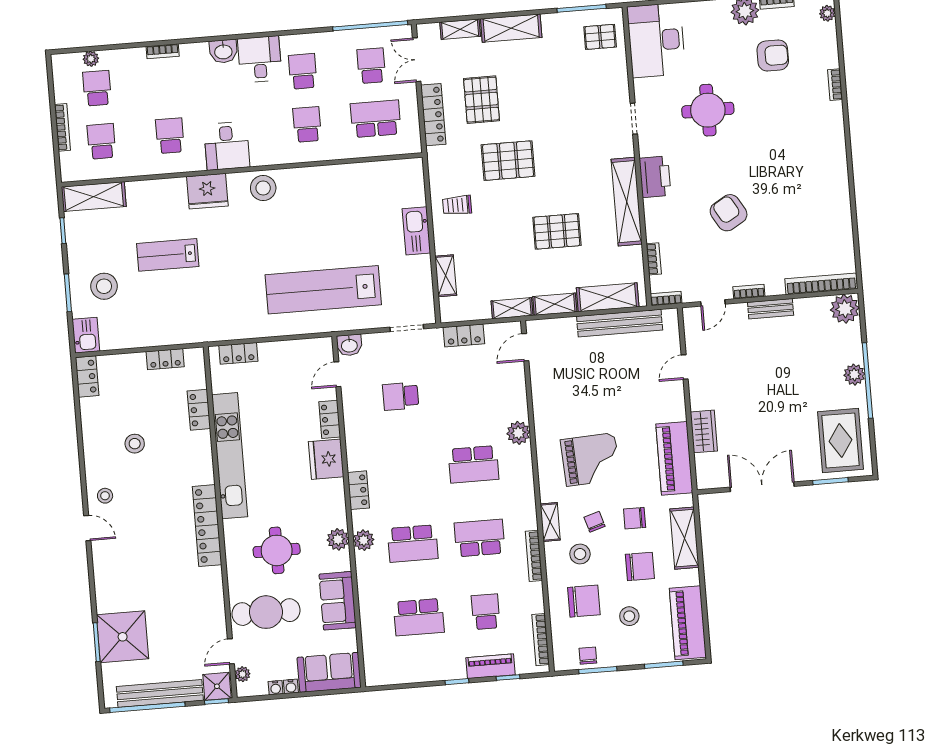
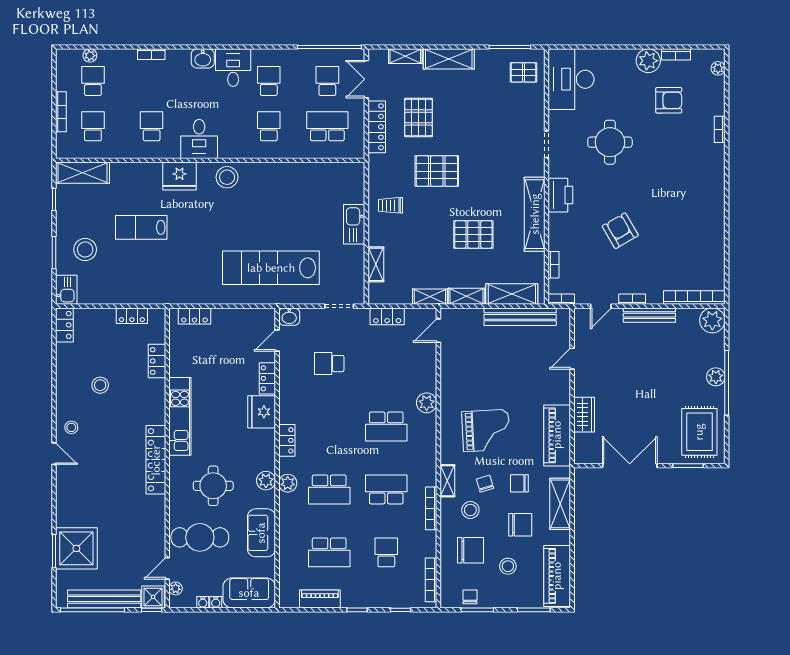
bench: (771, 309) -> (649, 315), width x1.36
kitchen unit: (230, 456) -> (180, 416), width x0.73
piano: (490, 666) -> (320, 599), moved

